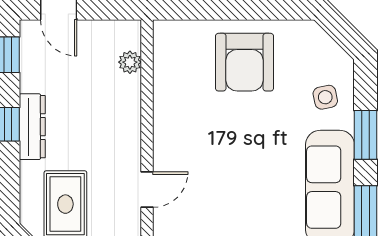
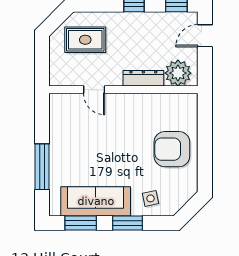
plant: (130, 62) -> (178, 73), width x1.87, depth x1.87
dresser: (32, 127) -> (143, 78), moved, turned 180

